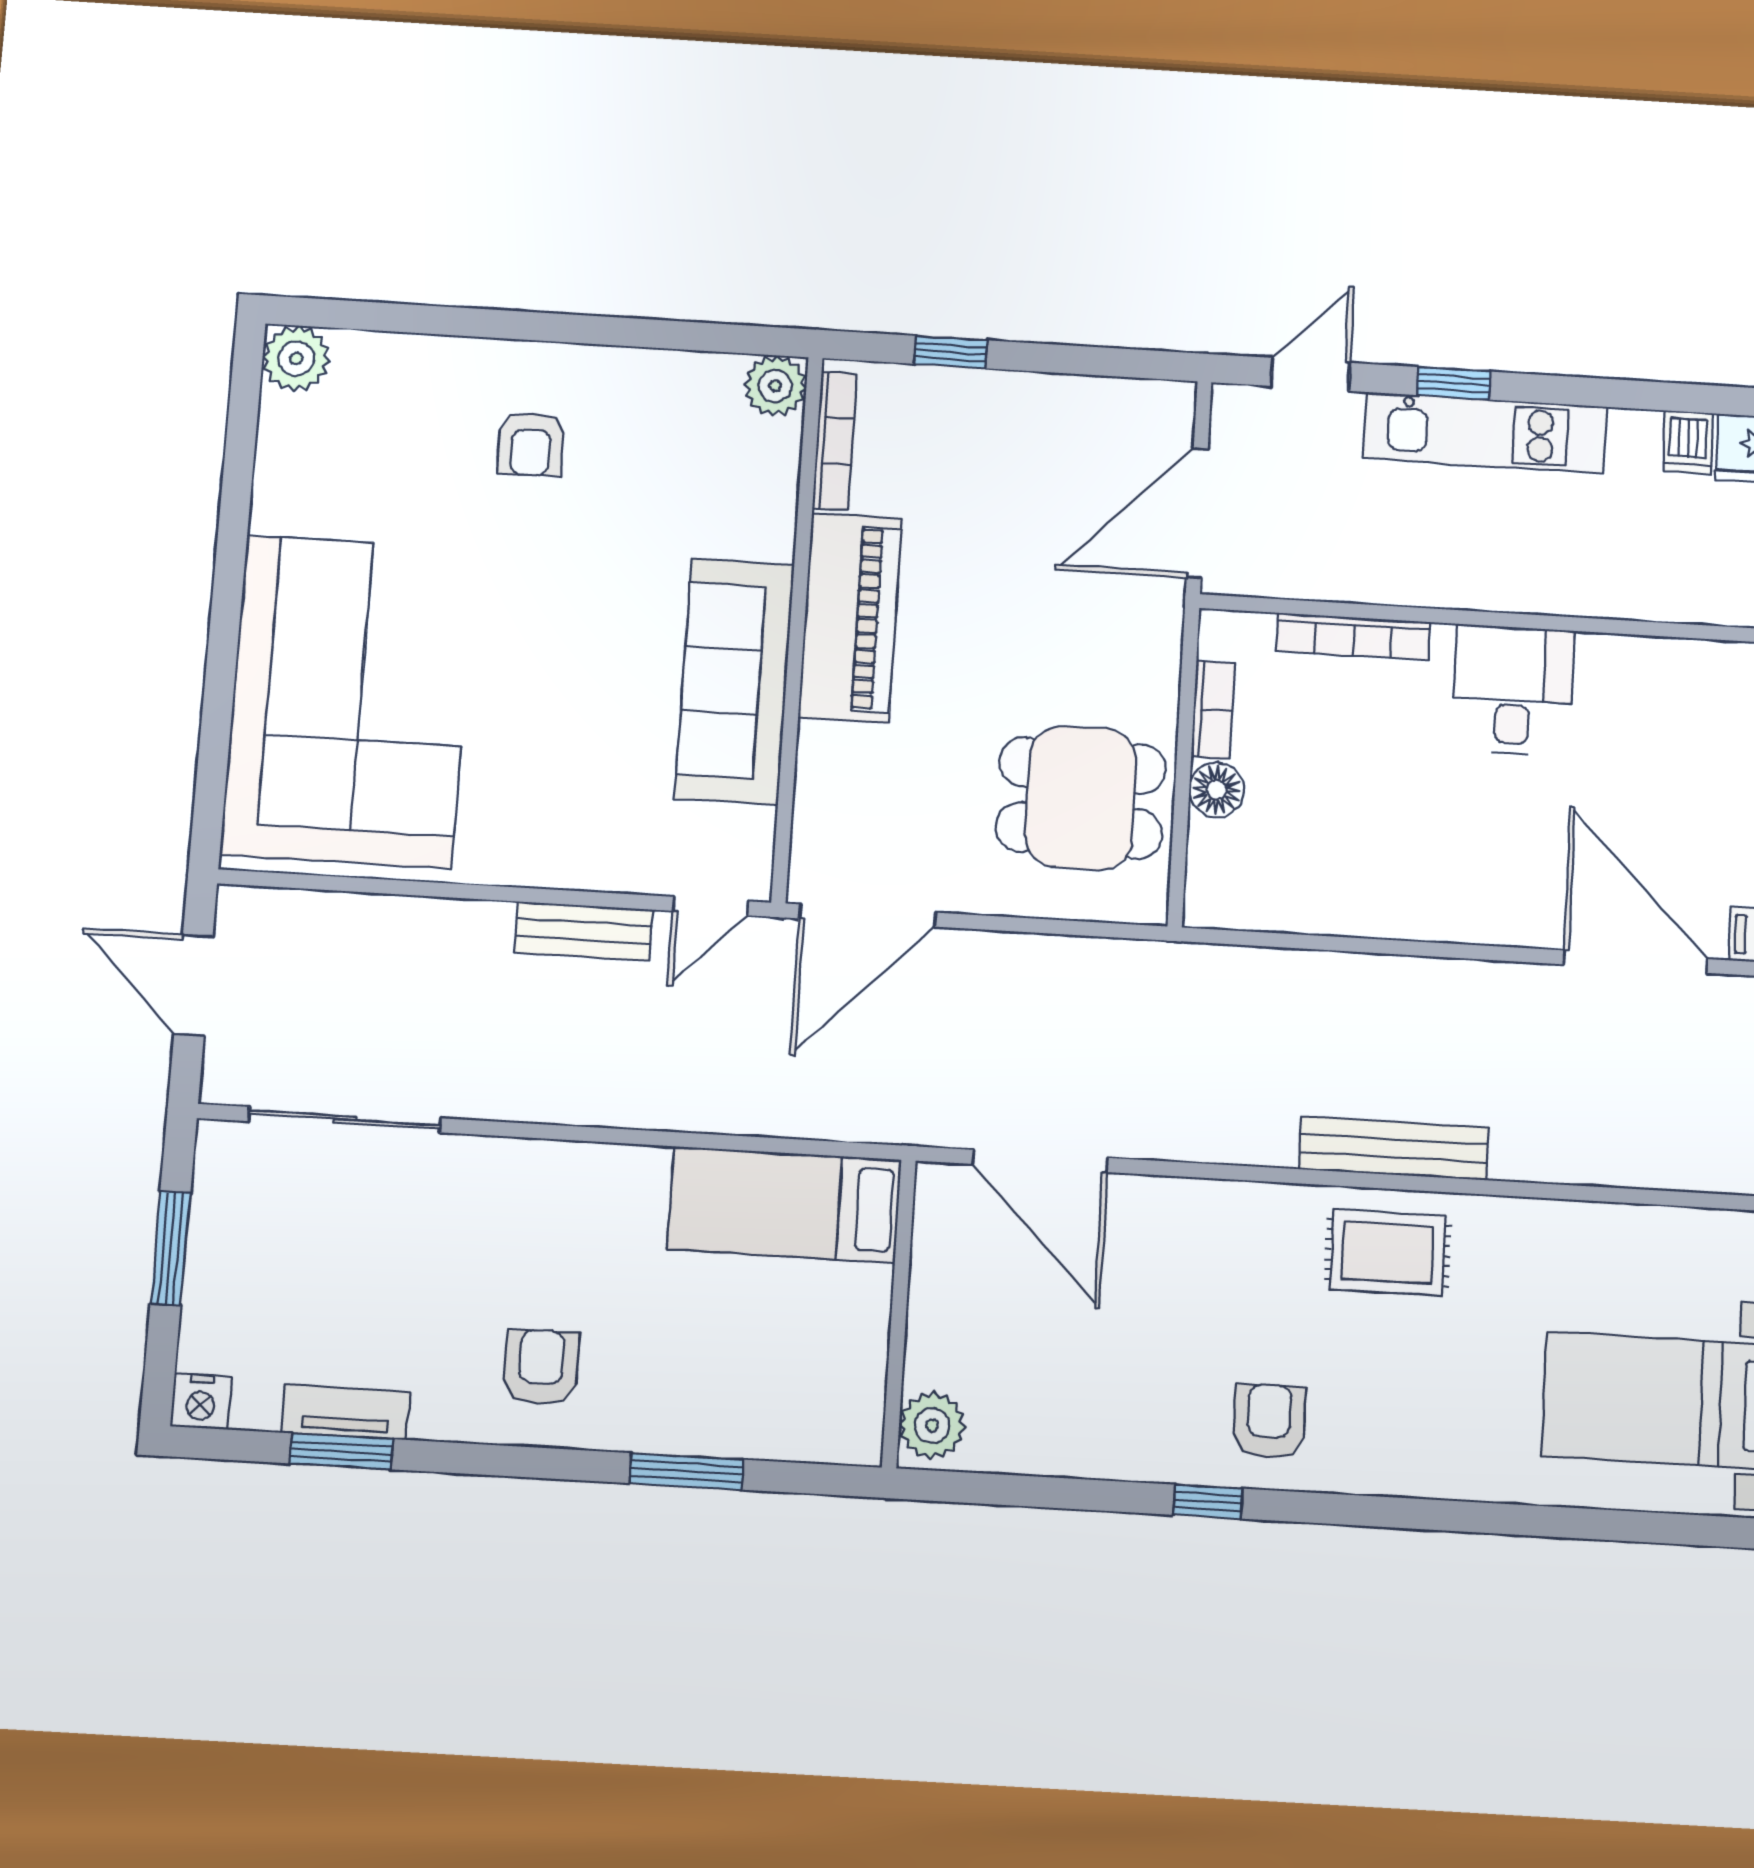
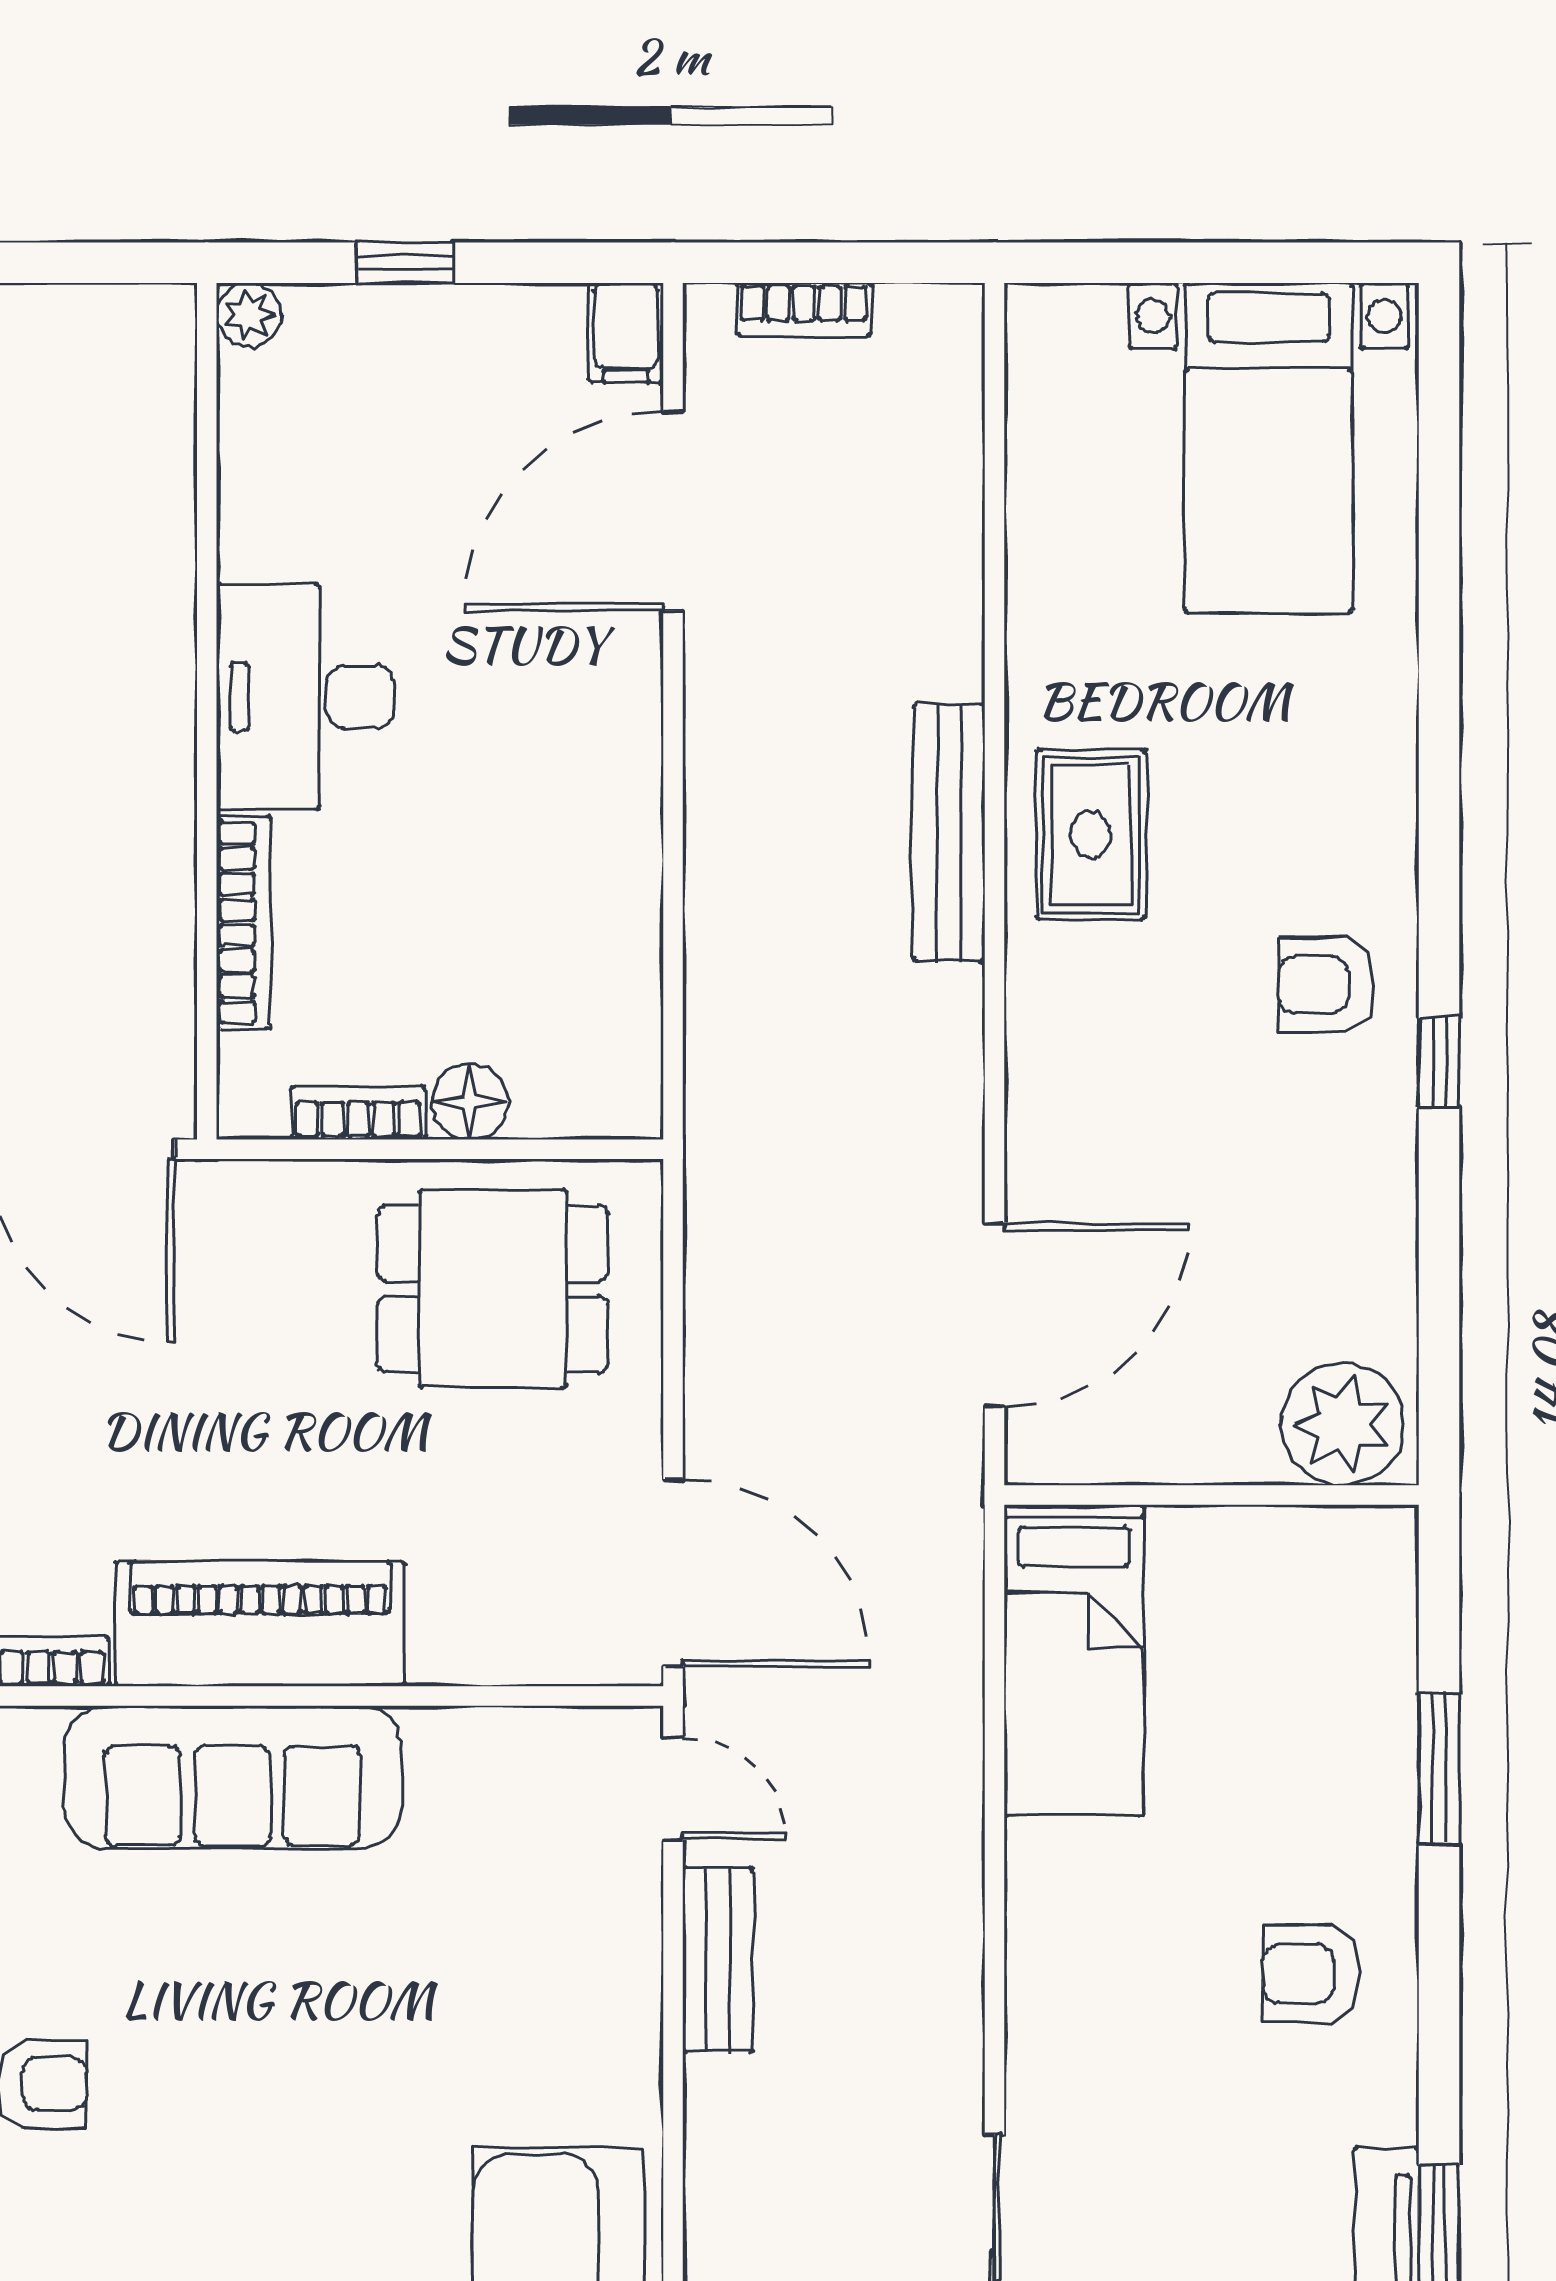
sofa: (735, 681) -> (232, 1777), moved
desk: (1513, 690) -> (305, 697), width x1.37
dining table: (1081, 798) -> (493, 1289), turned 90
plant: (932, 1425) -> (1343, 1424), width x1.36, depth x1.36

